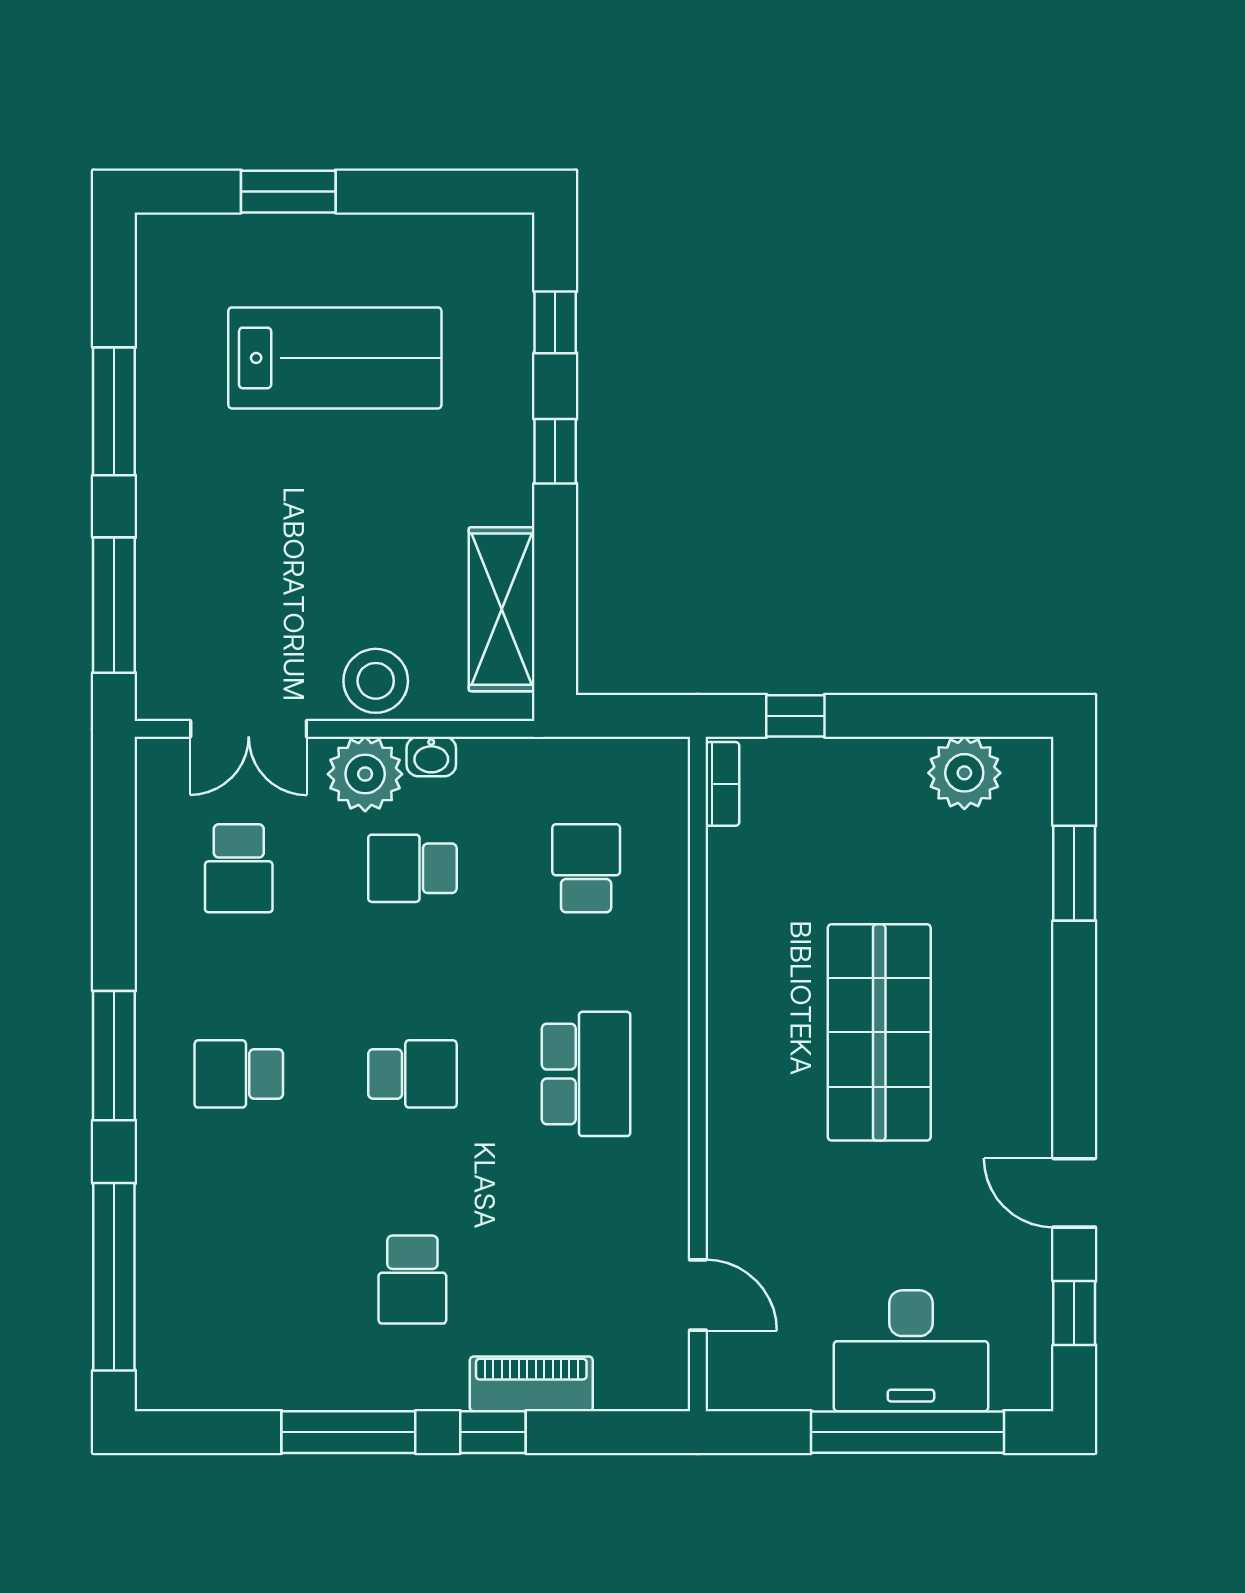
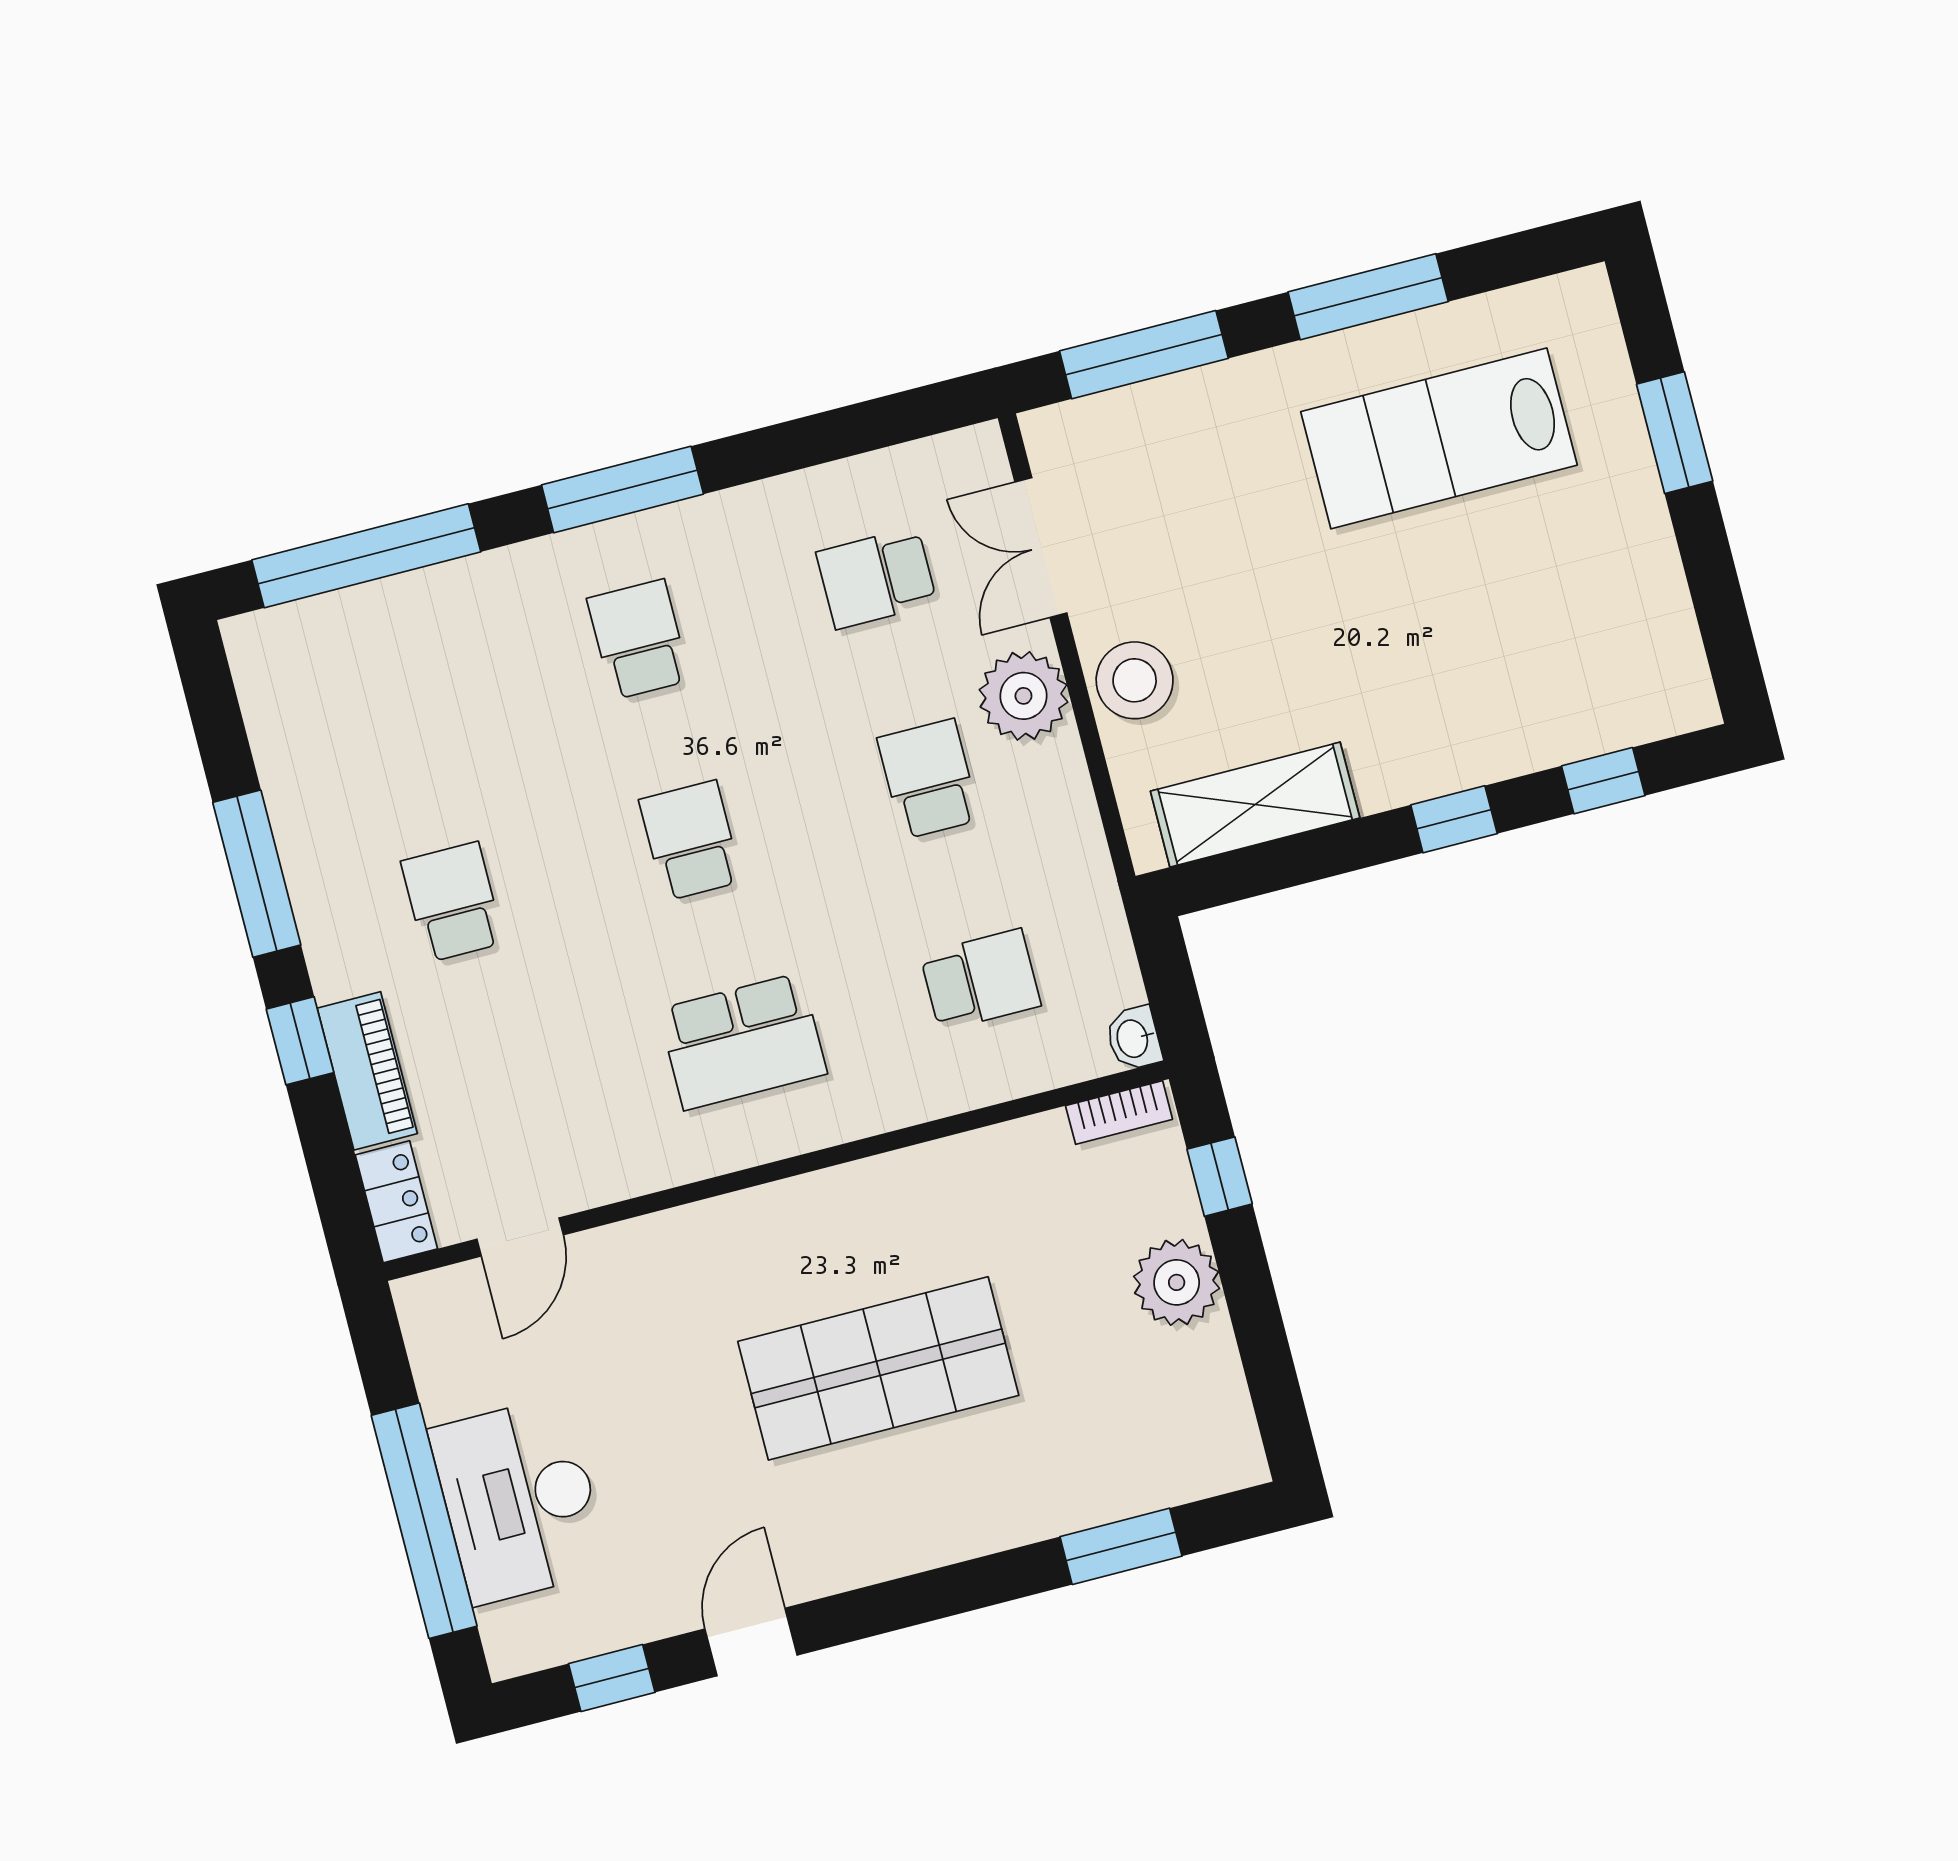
lab bench: (335, 358) -> (1439, 438), moved, turned 90
washbasin: (431, 756) -> (1134, 1038), moved
plant: (964, 773) -> (1177, 1282), moved
school desk: (412, 1074) -> (690, 840), turned 180
school desk: (412, 1280) -> (452, 902), turned 90
locker: (643, 1388) -> (396, 1202), added

